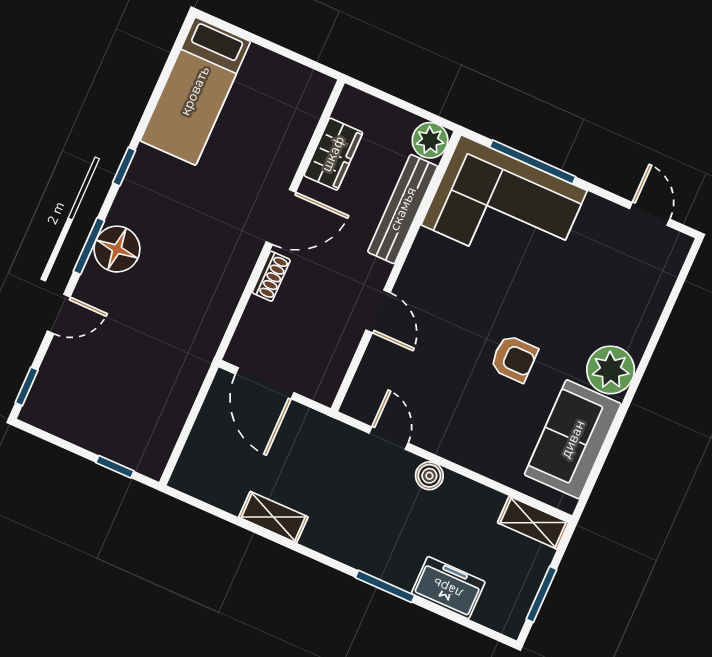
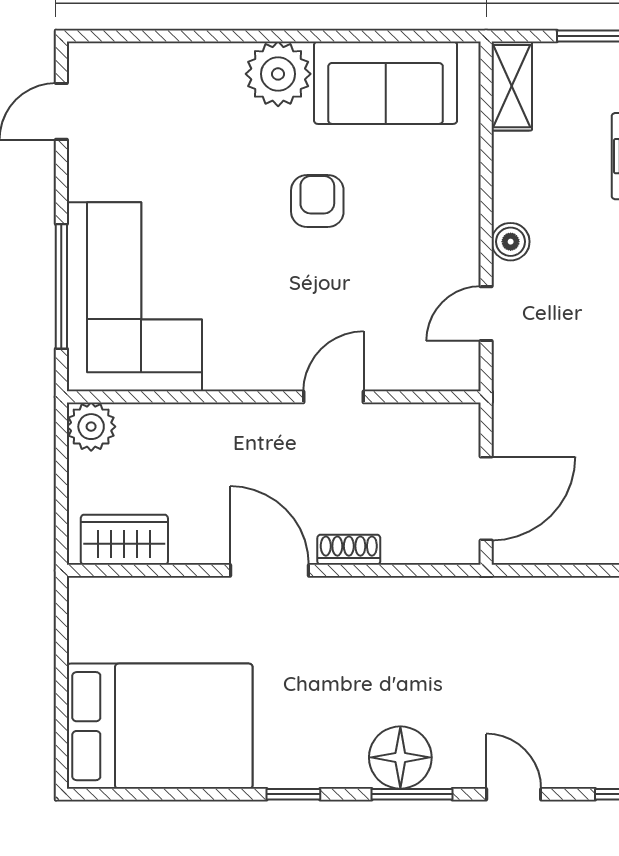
bed: (195, 91) -> (160, 726), width x1.50
wardrobe: (333, 154) -> (124, 540), moved
bench: (403, 209) -> (192, 423), removed

